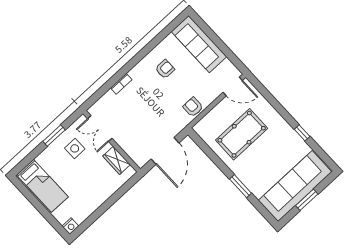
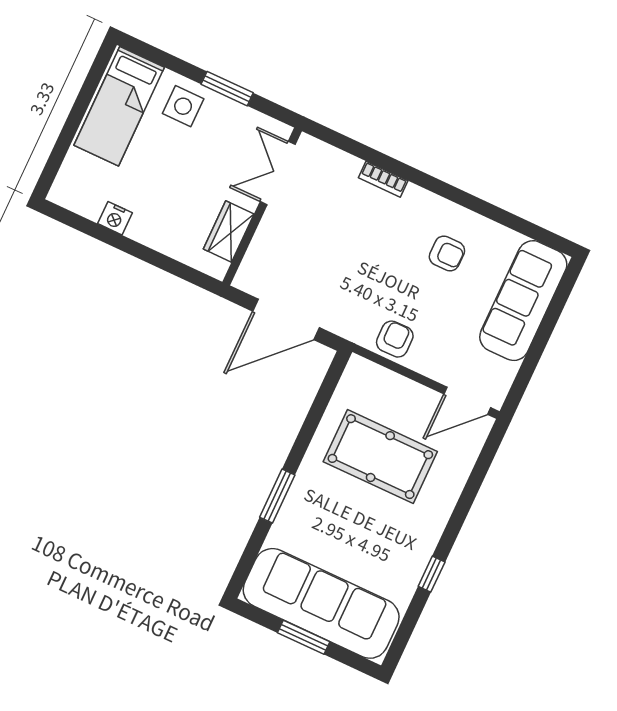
door: (233, 86) -> (467, 401), hinge flipped
side table: (75, 148) -> (183, 106), moved
nightstand: (70, 226) -> (115, 218), moved

